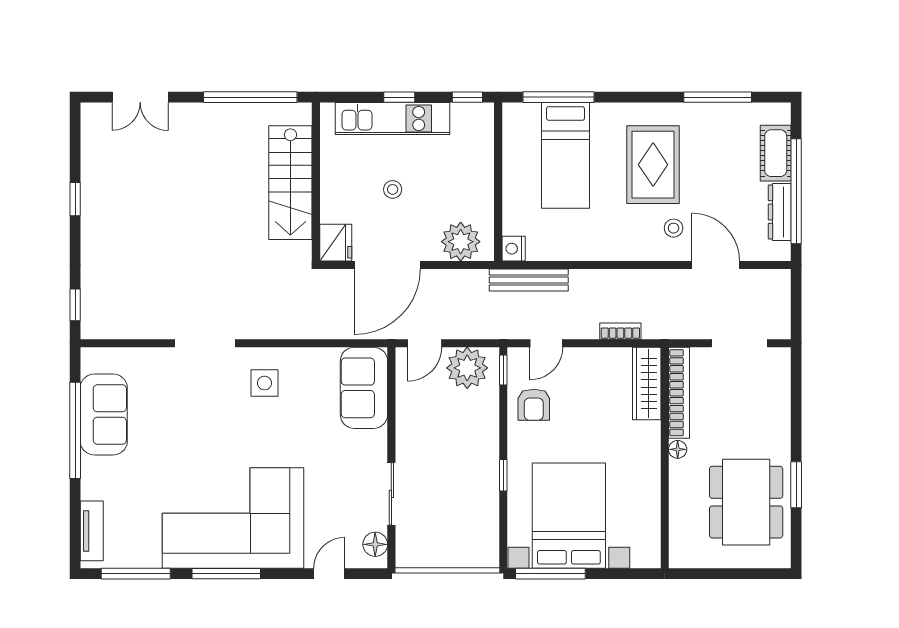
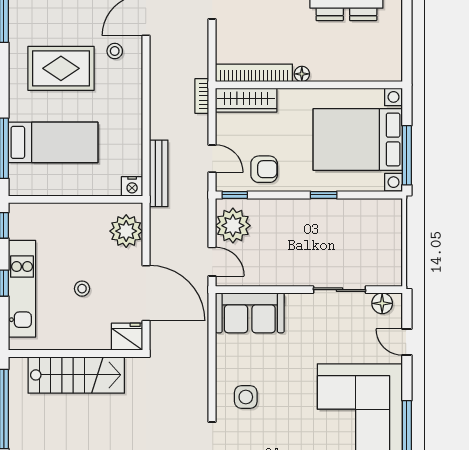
wardrobe: (647, 383) -> (246, 100), moved
bookcase: (679, 393) -> (254, 73), moved
floor lamp: (678, 449) -> (302, 74), moved
wall: (665, 458) -> (309, 85), moved

